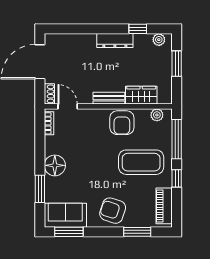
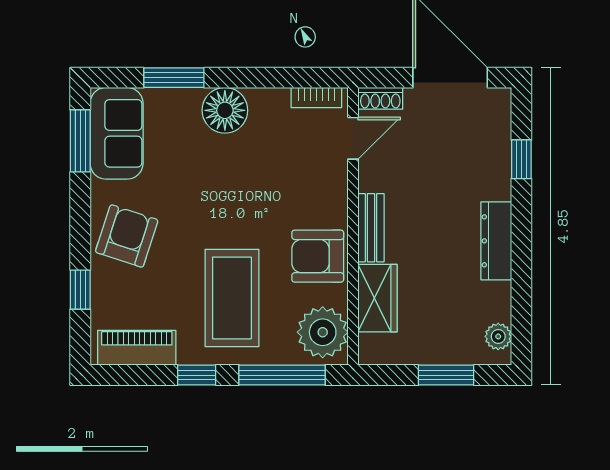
window: (138, 29) -> (521, 159), moved
plant: (157, 115) -> (323, 332), width x1.87, depth x1.87
window: (137, 232) -> (80, 290), width x0.67

